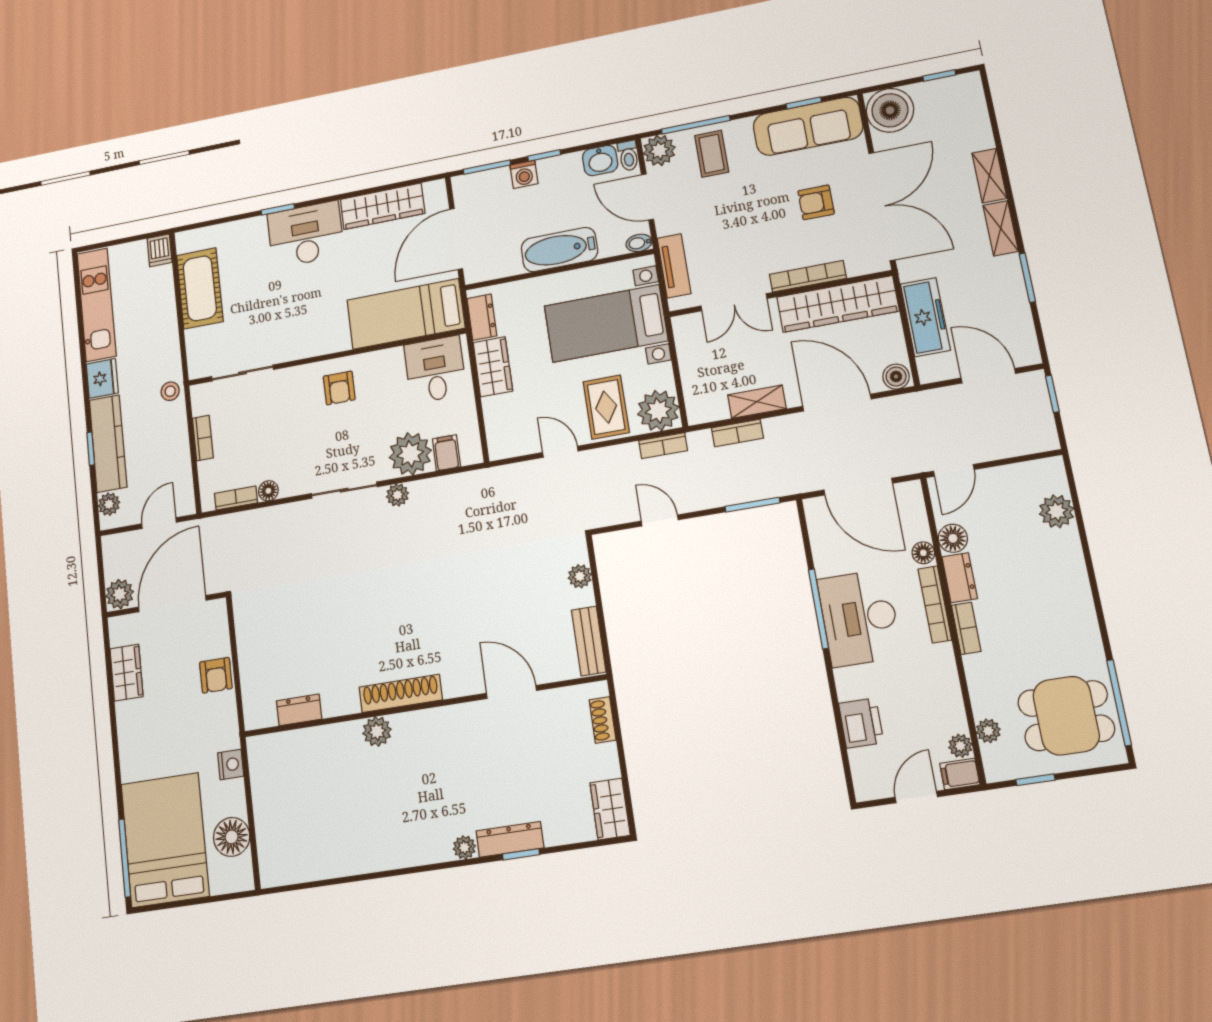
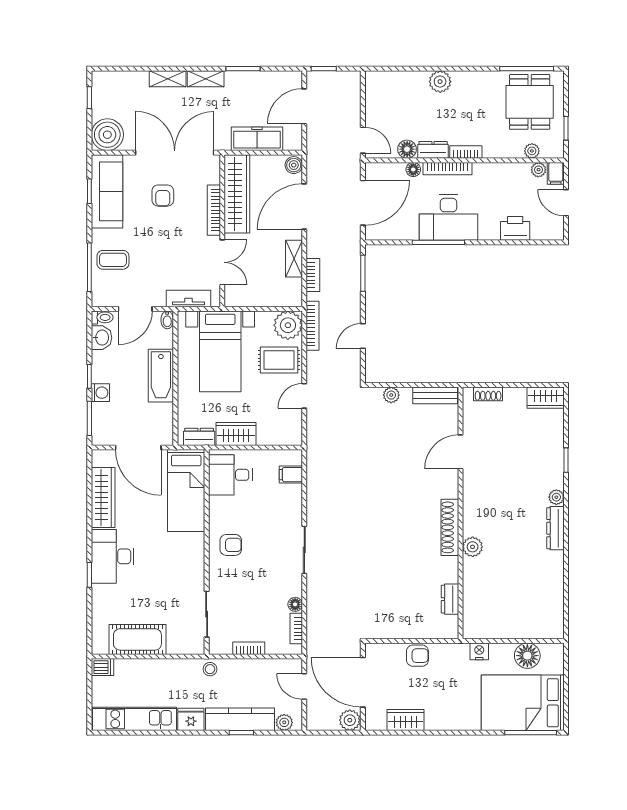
plant: (659, 150) -> (103, 295), removed
bookcase: (663, 446) -> (313, 326), width x1.56
plant: (410, 454) -> (287, 500), removed
plant: (397, 495) -> (314, 513), removed
plant: (1057, 511) -> (440, 82), moved
dresser: (510, 839) -> (556, 528), moved

